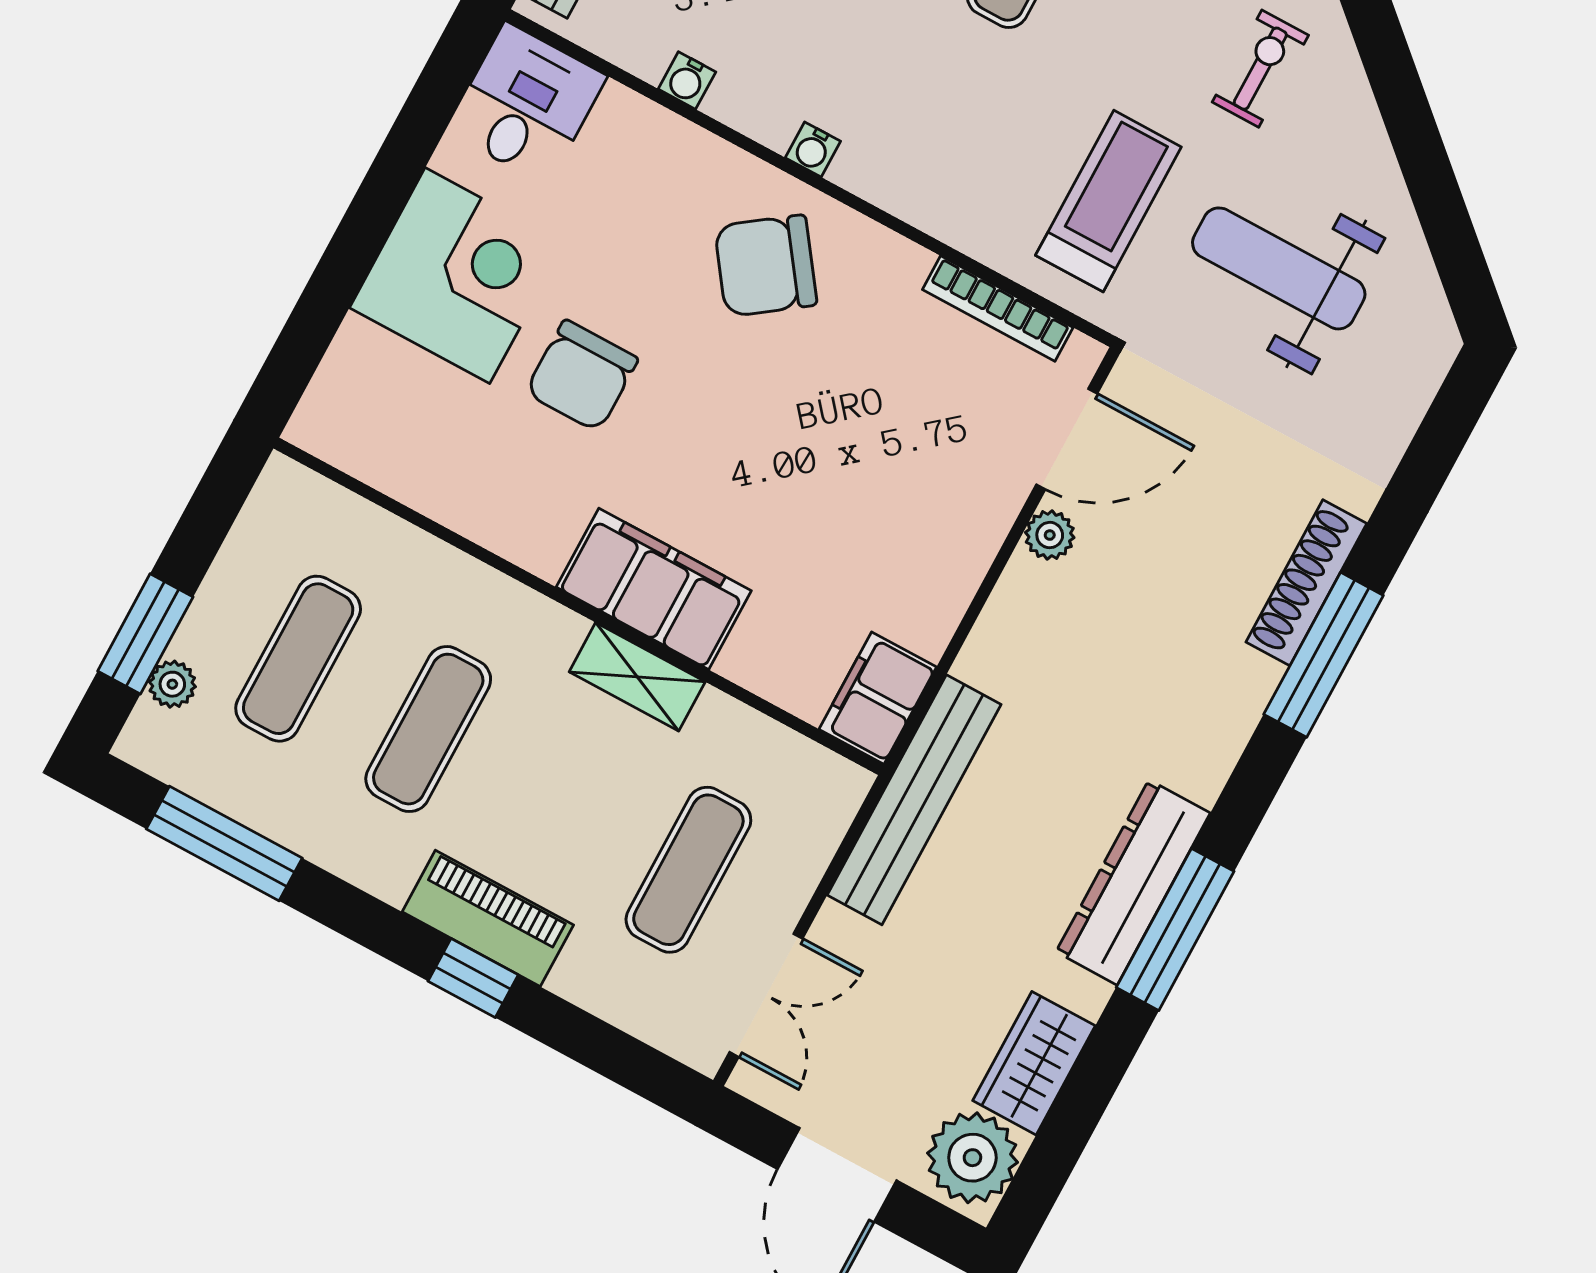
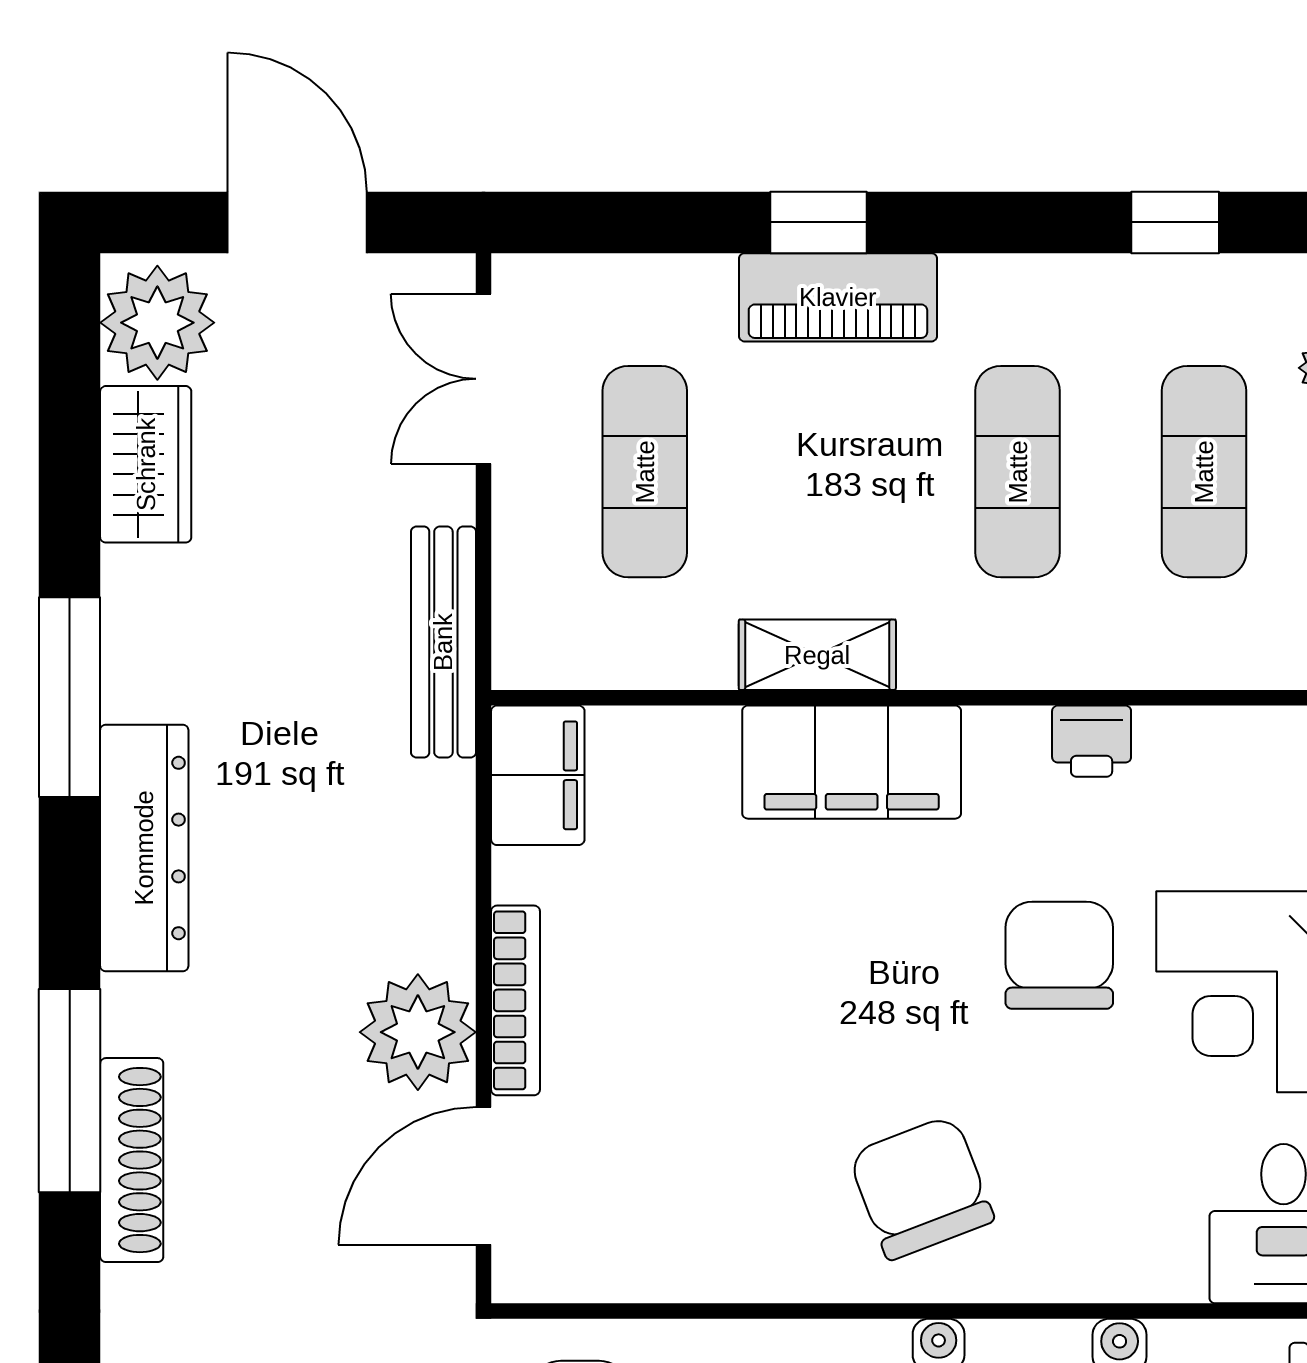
chair: (766, 266) -> (921, 1188), turned -75
bookcase: (998, 309) -> (515, 1000), moved, turned 90
printer: (478, 513) -> (1092, 741), added
plant: (1050, 535) -> (418, 1032), width x1.87, depth x1.87
bench: (914, 800) -> (443, 642), width x0.73, depth x0.82
window: (224, 844) -> (1175, 222), width x0.46
dresser: (1133, 882) -> (144, 848), moved

